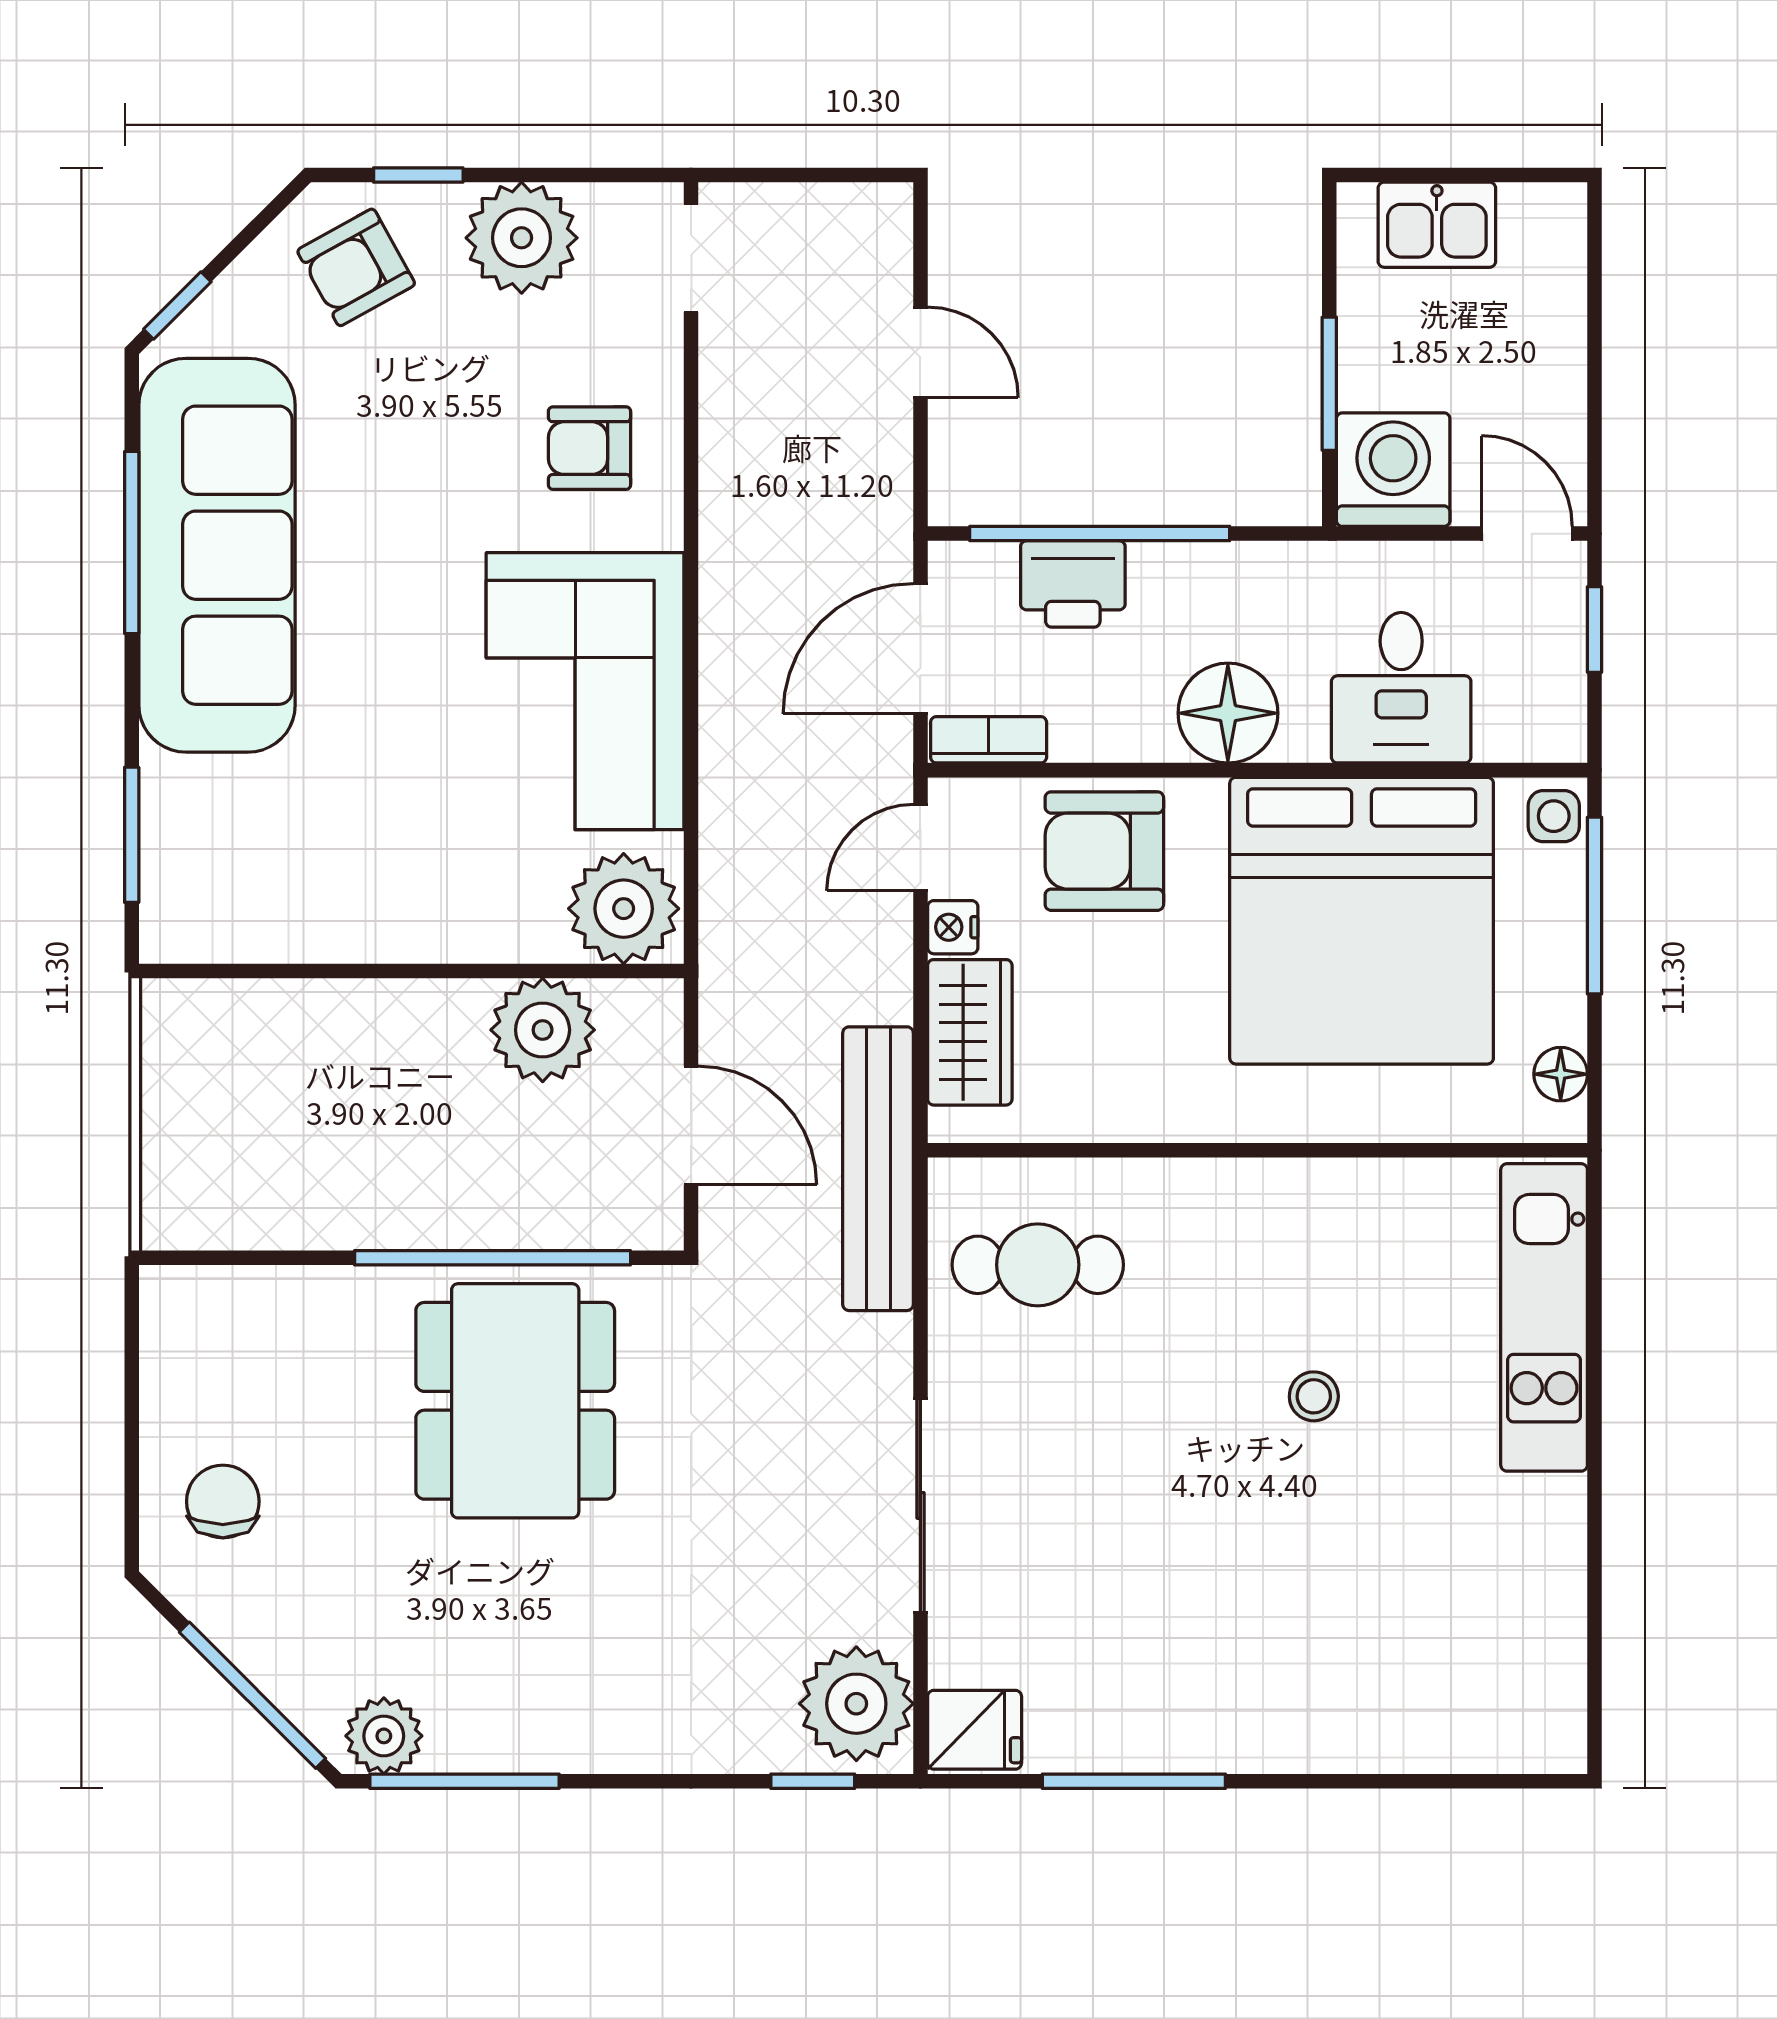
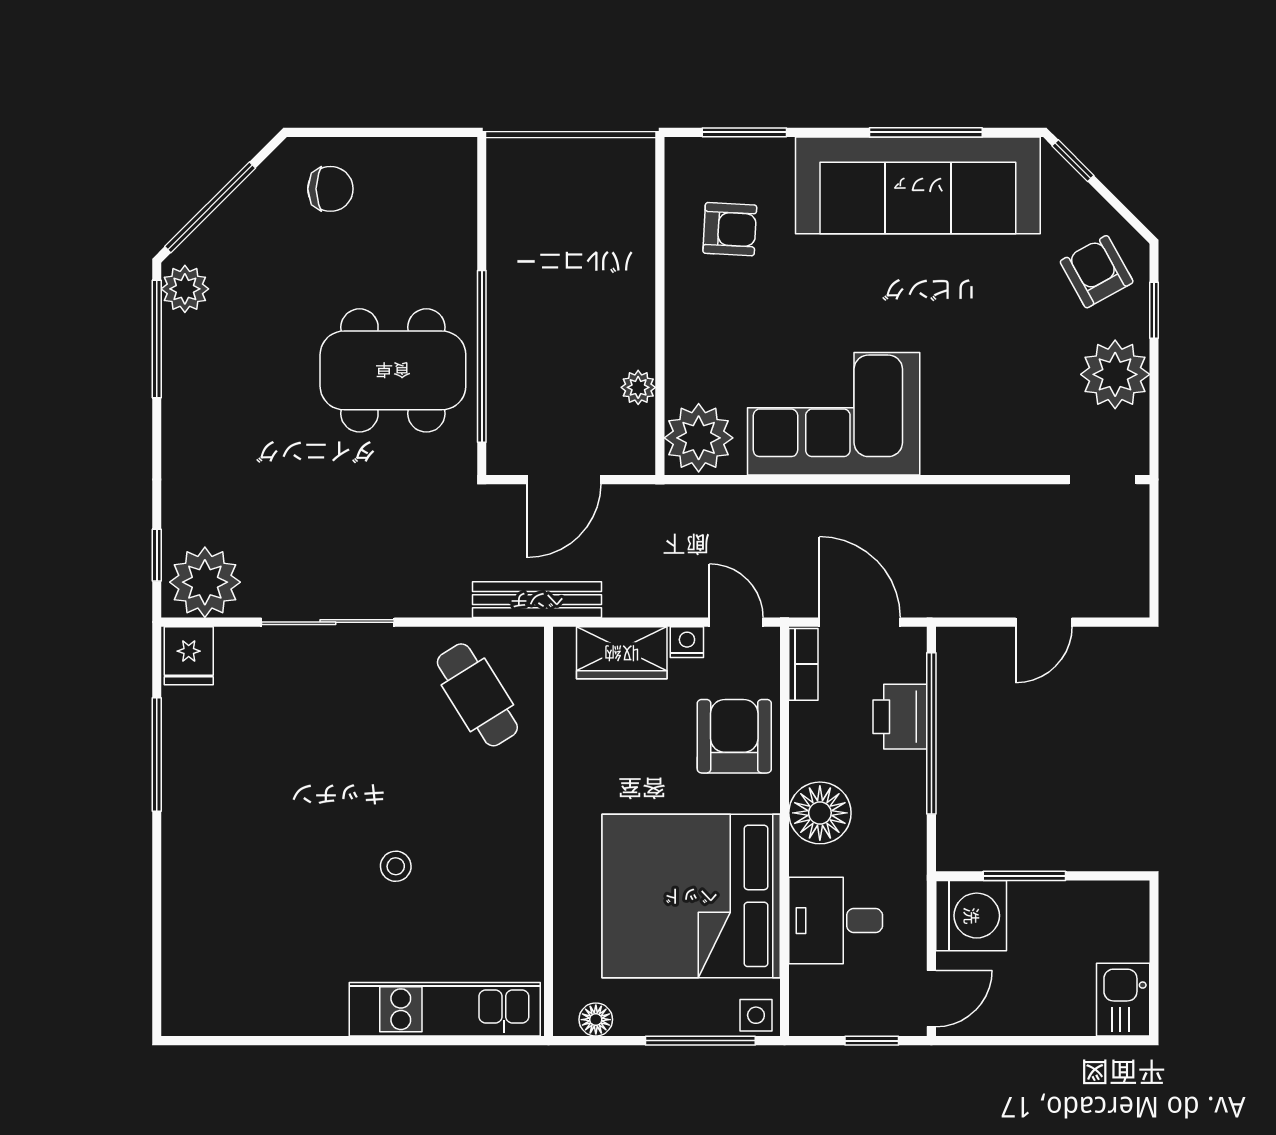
kitchen sink: (1437, 225) -> (1123, 1000), moved
armchair: (590, 448) -> (730, 229), moved, turned 93
plant: (543, 1030) -> (638, 387), width x0.53, depth x0.53
bench: (878, 1169) -> (537, 600), width x0.73, depth x0.82
cafe table: (1038, 1265) -> (477, 695), turned -32

